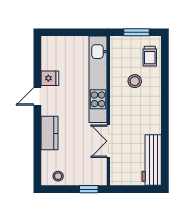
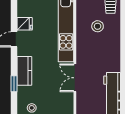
window: (37, 148) -> (14, 84), added

